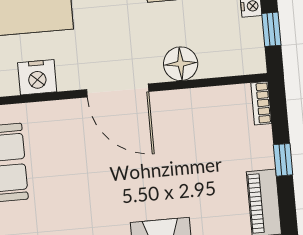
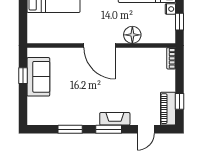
nightstand: (37, 77) -> (59, 35), removed
window: (283, 160) -> (180, 101), moved

